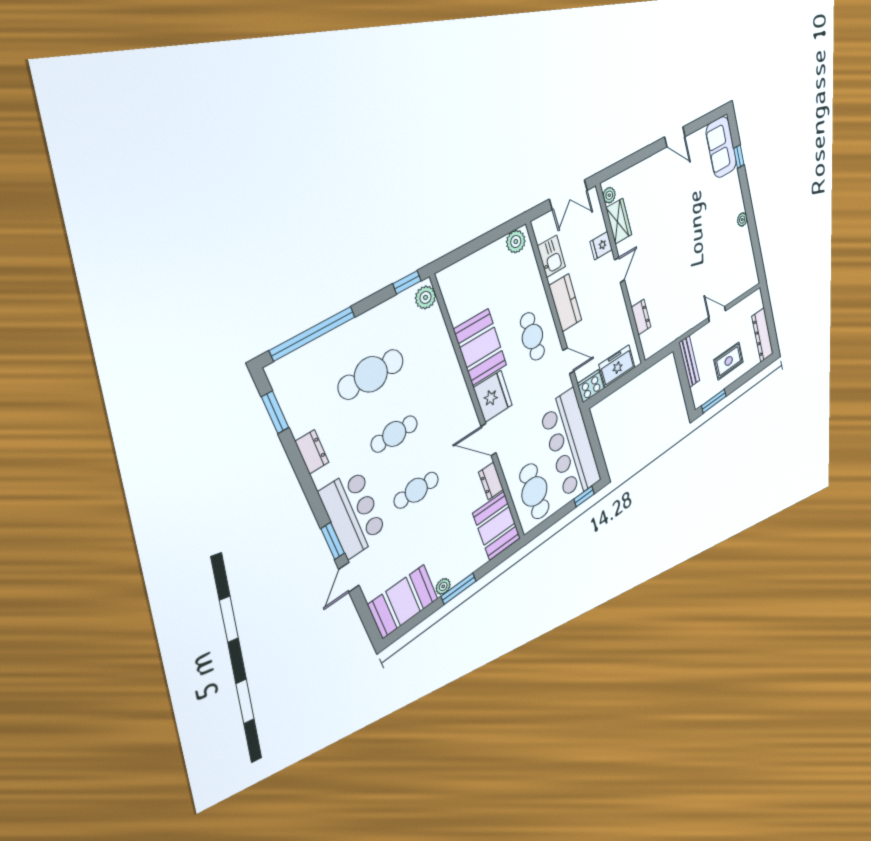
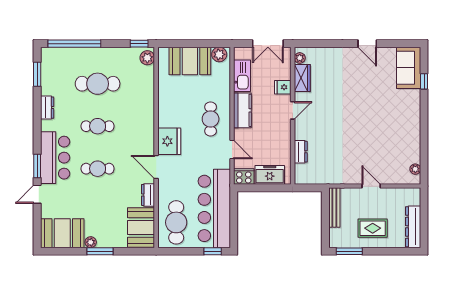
plant: (742, 220) -> (415, 169), moved
kitchen sink: (551, 256) -> (242, 76), width x1.38
booth: (480, 347) -> (190, 61), moved, turned 90

